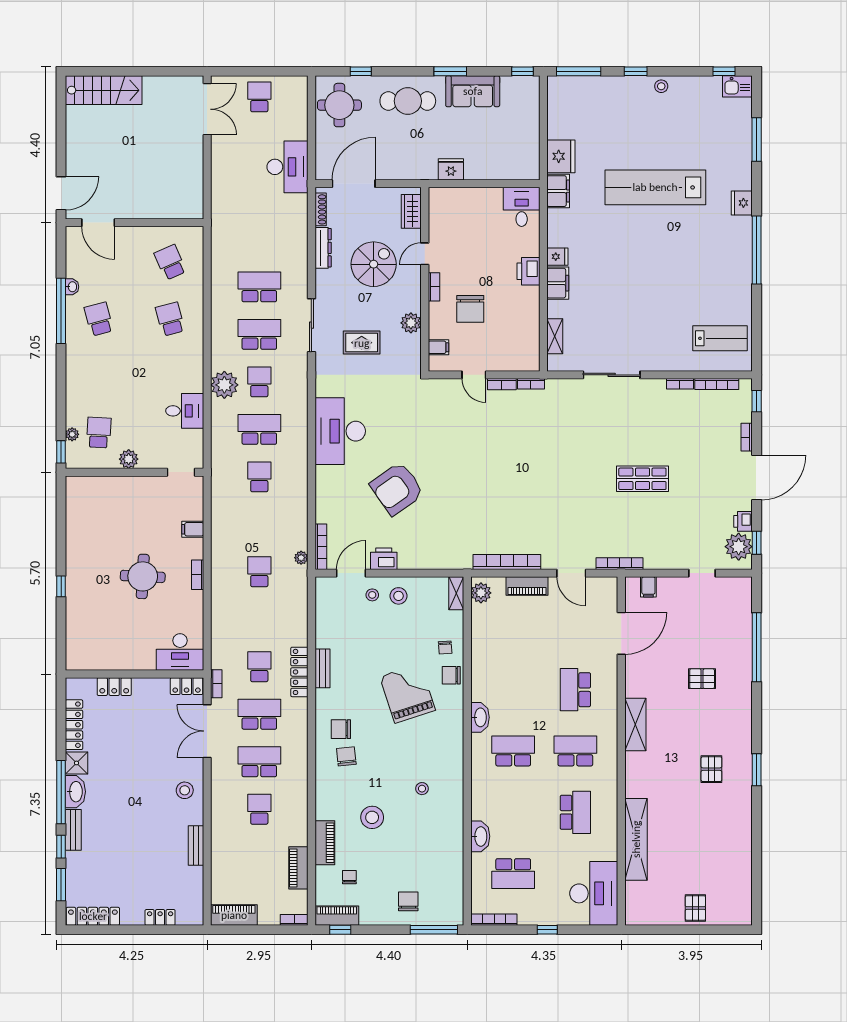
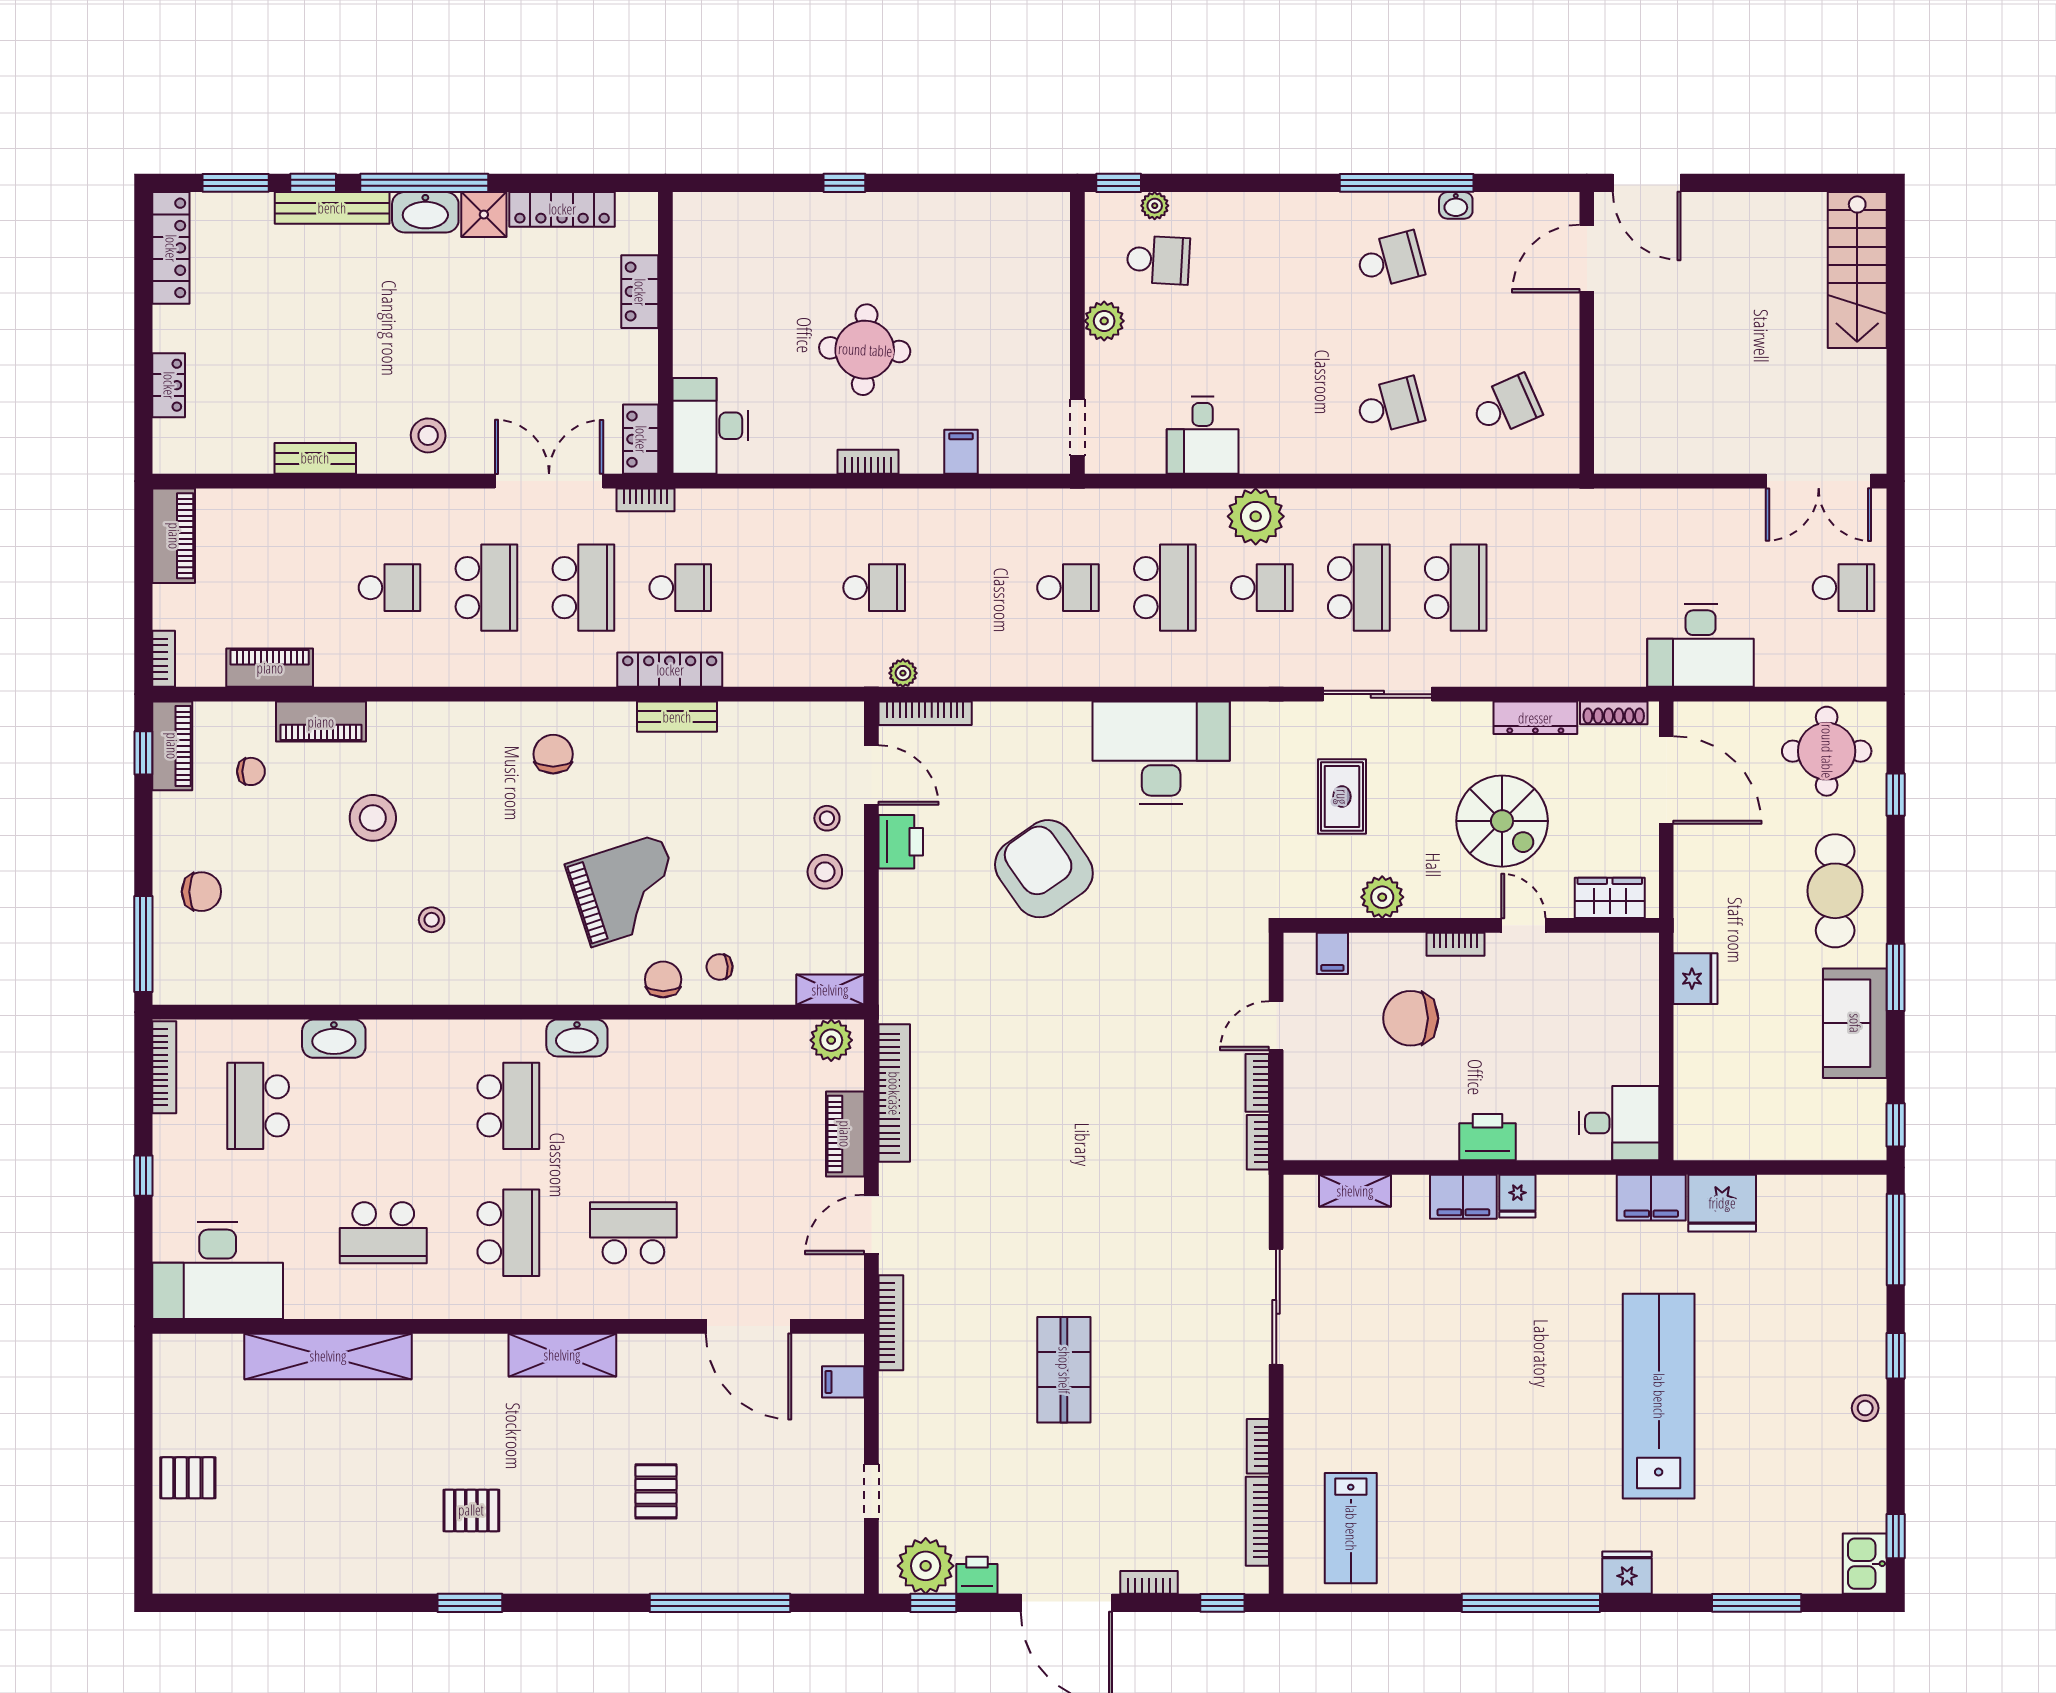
chair: (346, 756) -> (497, 765), removed
bench: (73, 830) -> (332, 208), width x1.36

